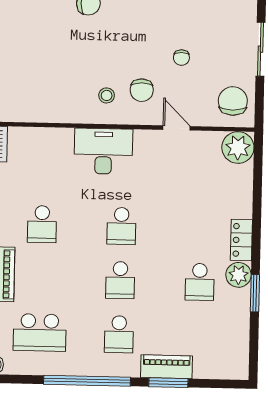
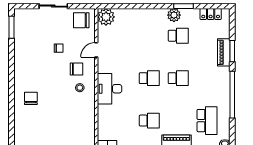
locker: (241, 240) -> (211, 14), moved
school desk: (119, 334) -> (207, 78), removed

